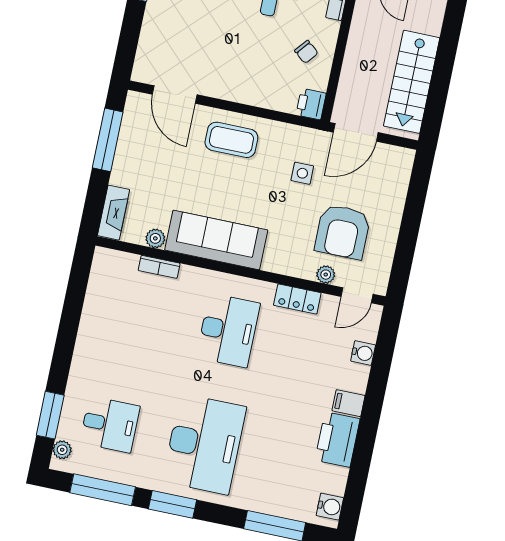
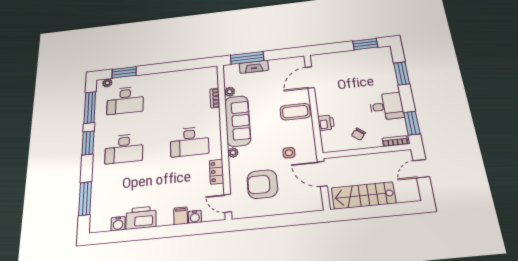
printer: (311, 104) -> (326, 123), moved, turned 90
window: (108, 140) -> (247, 58), moved
coffee table: (231, 140) -> (295, 112), turned 90
fireplace: (114, 213) -> (254, 67), moved
plant: (326, 275) -> (233, 153), moved
filing cabinet: (348, 403) -> (181, 216), moved
desk: (110, 424) -> (125, 100), width x1.37
desk: (204, 444) -> (124, 149), width x0.73, depth x0.77
water cooler: (330, 507) -> (118, 224), moved

